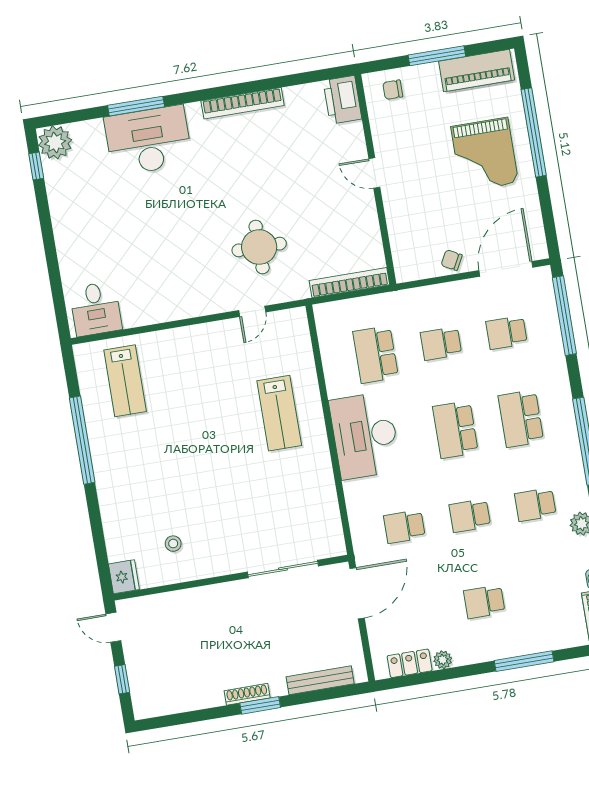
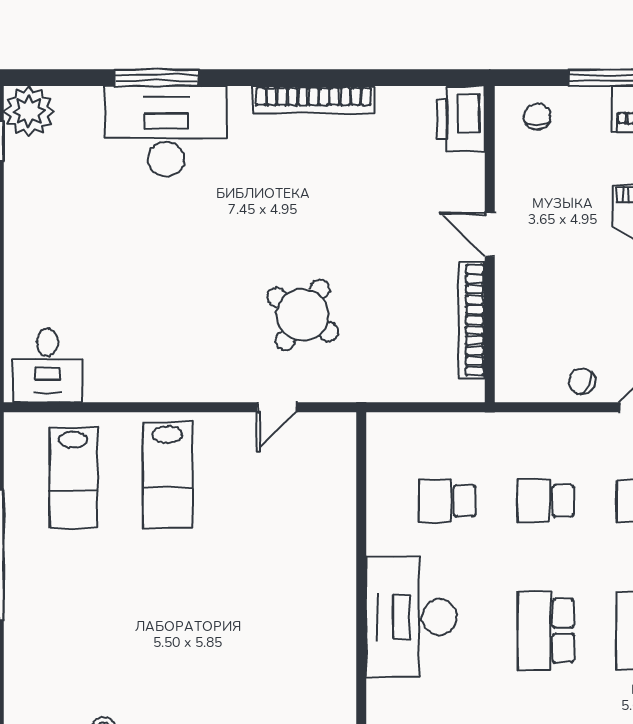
chair: (393, 90) -> (537, 117), turned 90
round table: (259, 247) -> (303, 315), turned 34
bookcase: (349, 283) -> (472, 320), moved, turned -90
school desk: (376, 354) -> (447, 501), width x0.54
lab bench: (279, 413) -> (168, 475), moved

